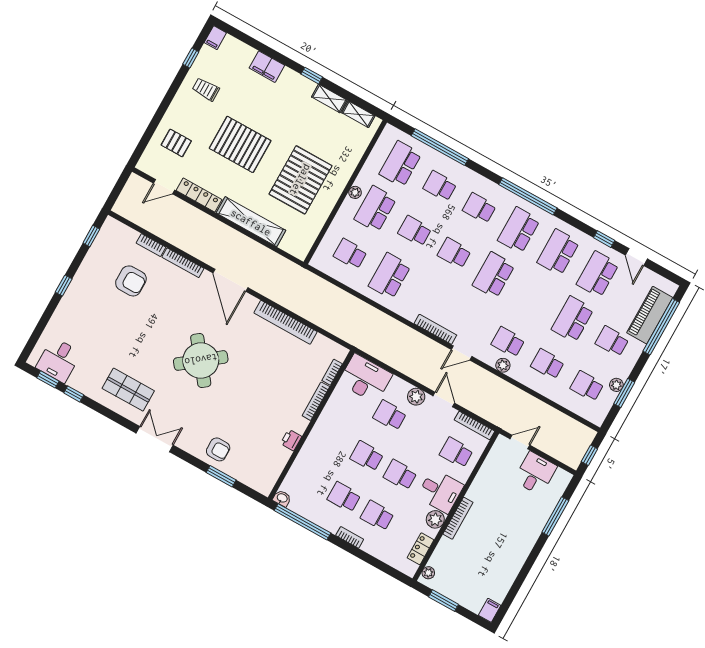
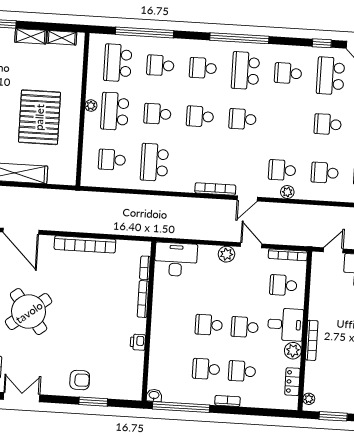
school desk: (558, 252) -> (288, 73), width x0.54
school desk: (494, 275) -> (243, 119), width x0.54
school desk: (573, 319) -> (328, 124), width x0.54
school desk: (390, 415) -> (212, 281), removed

